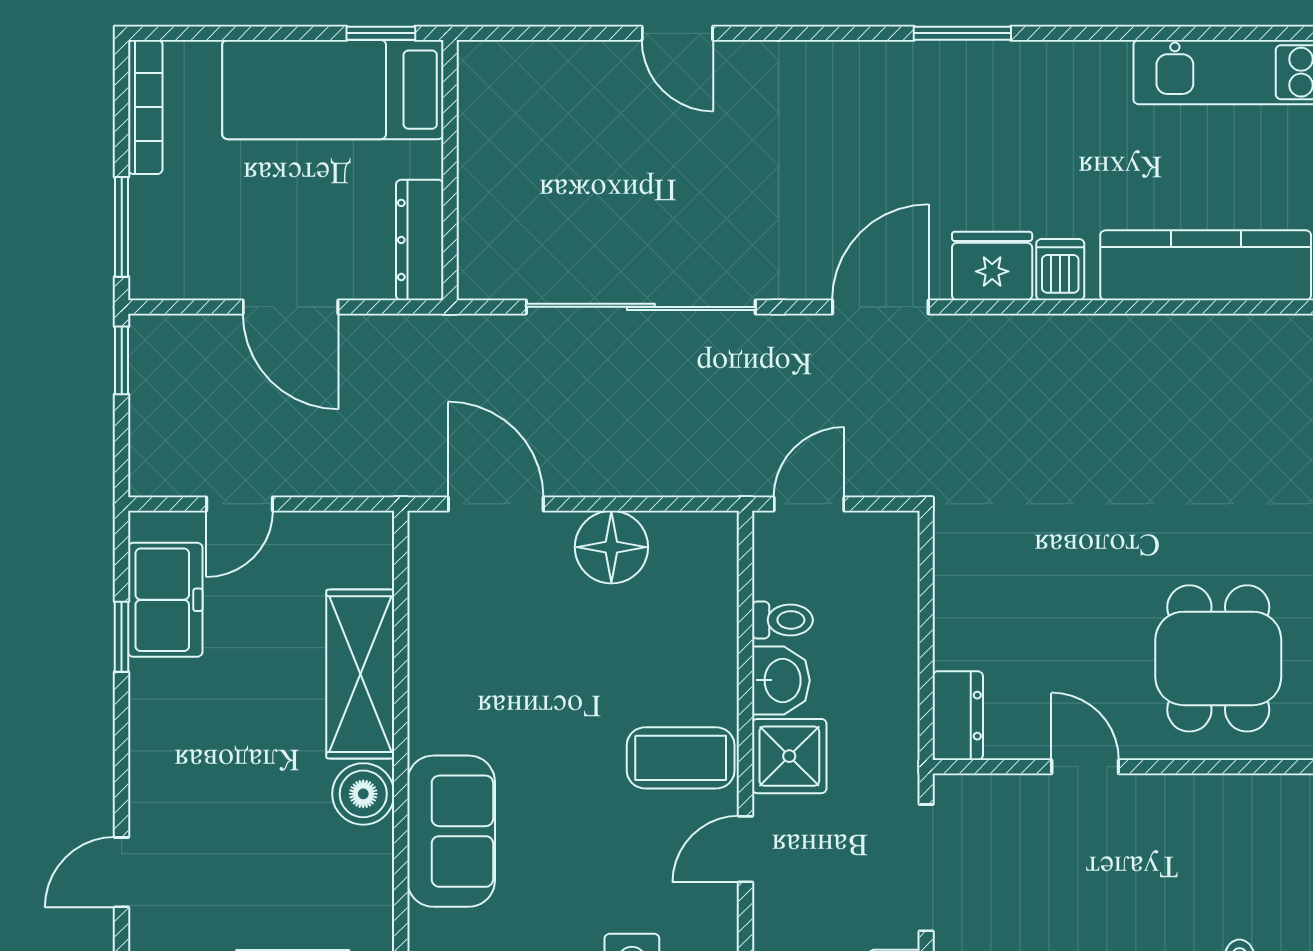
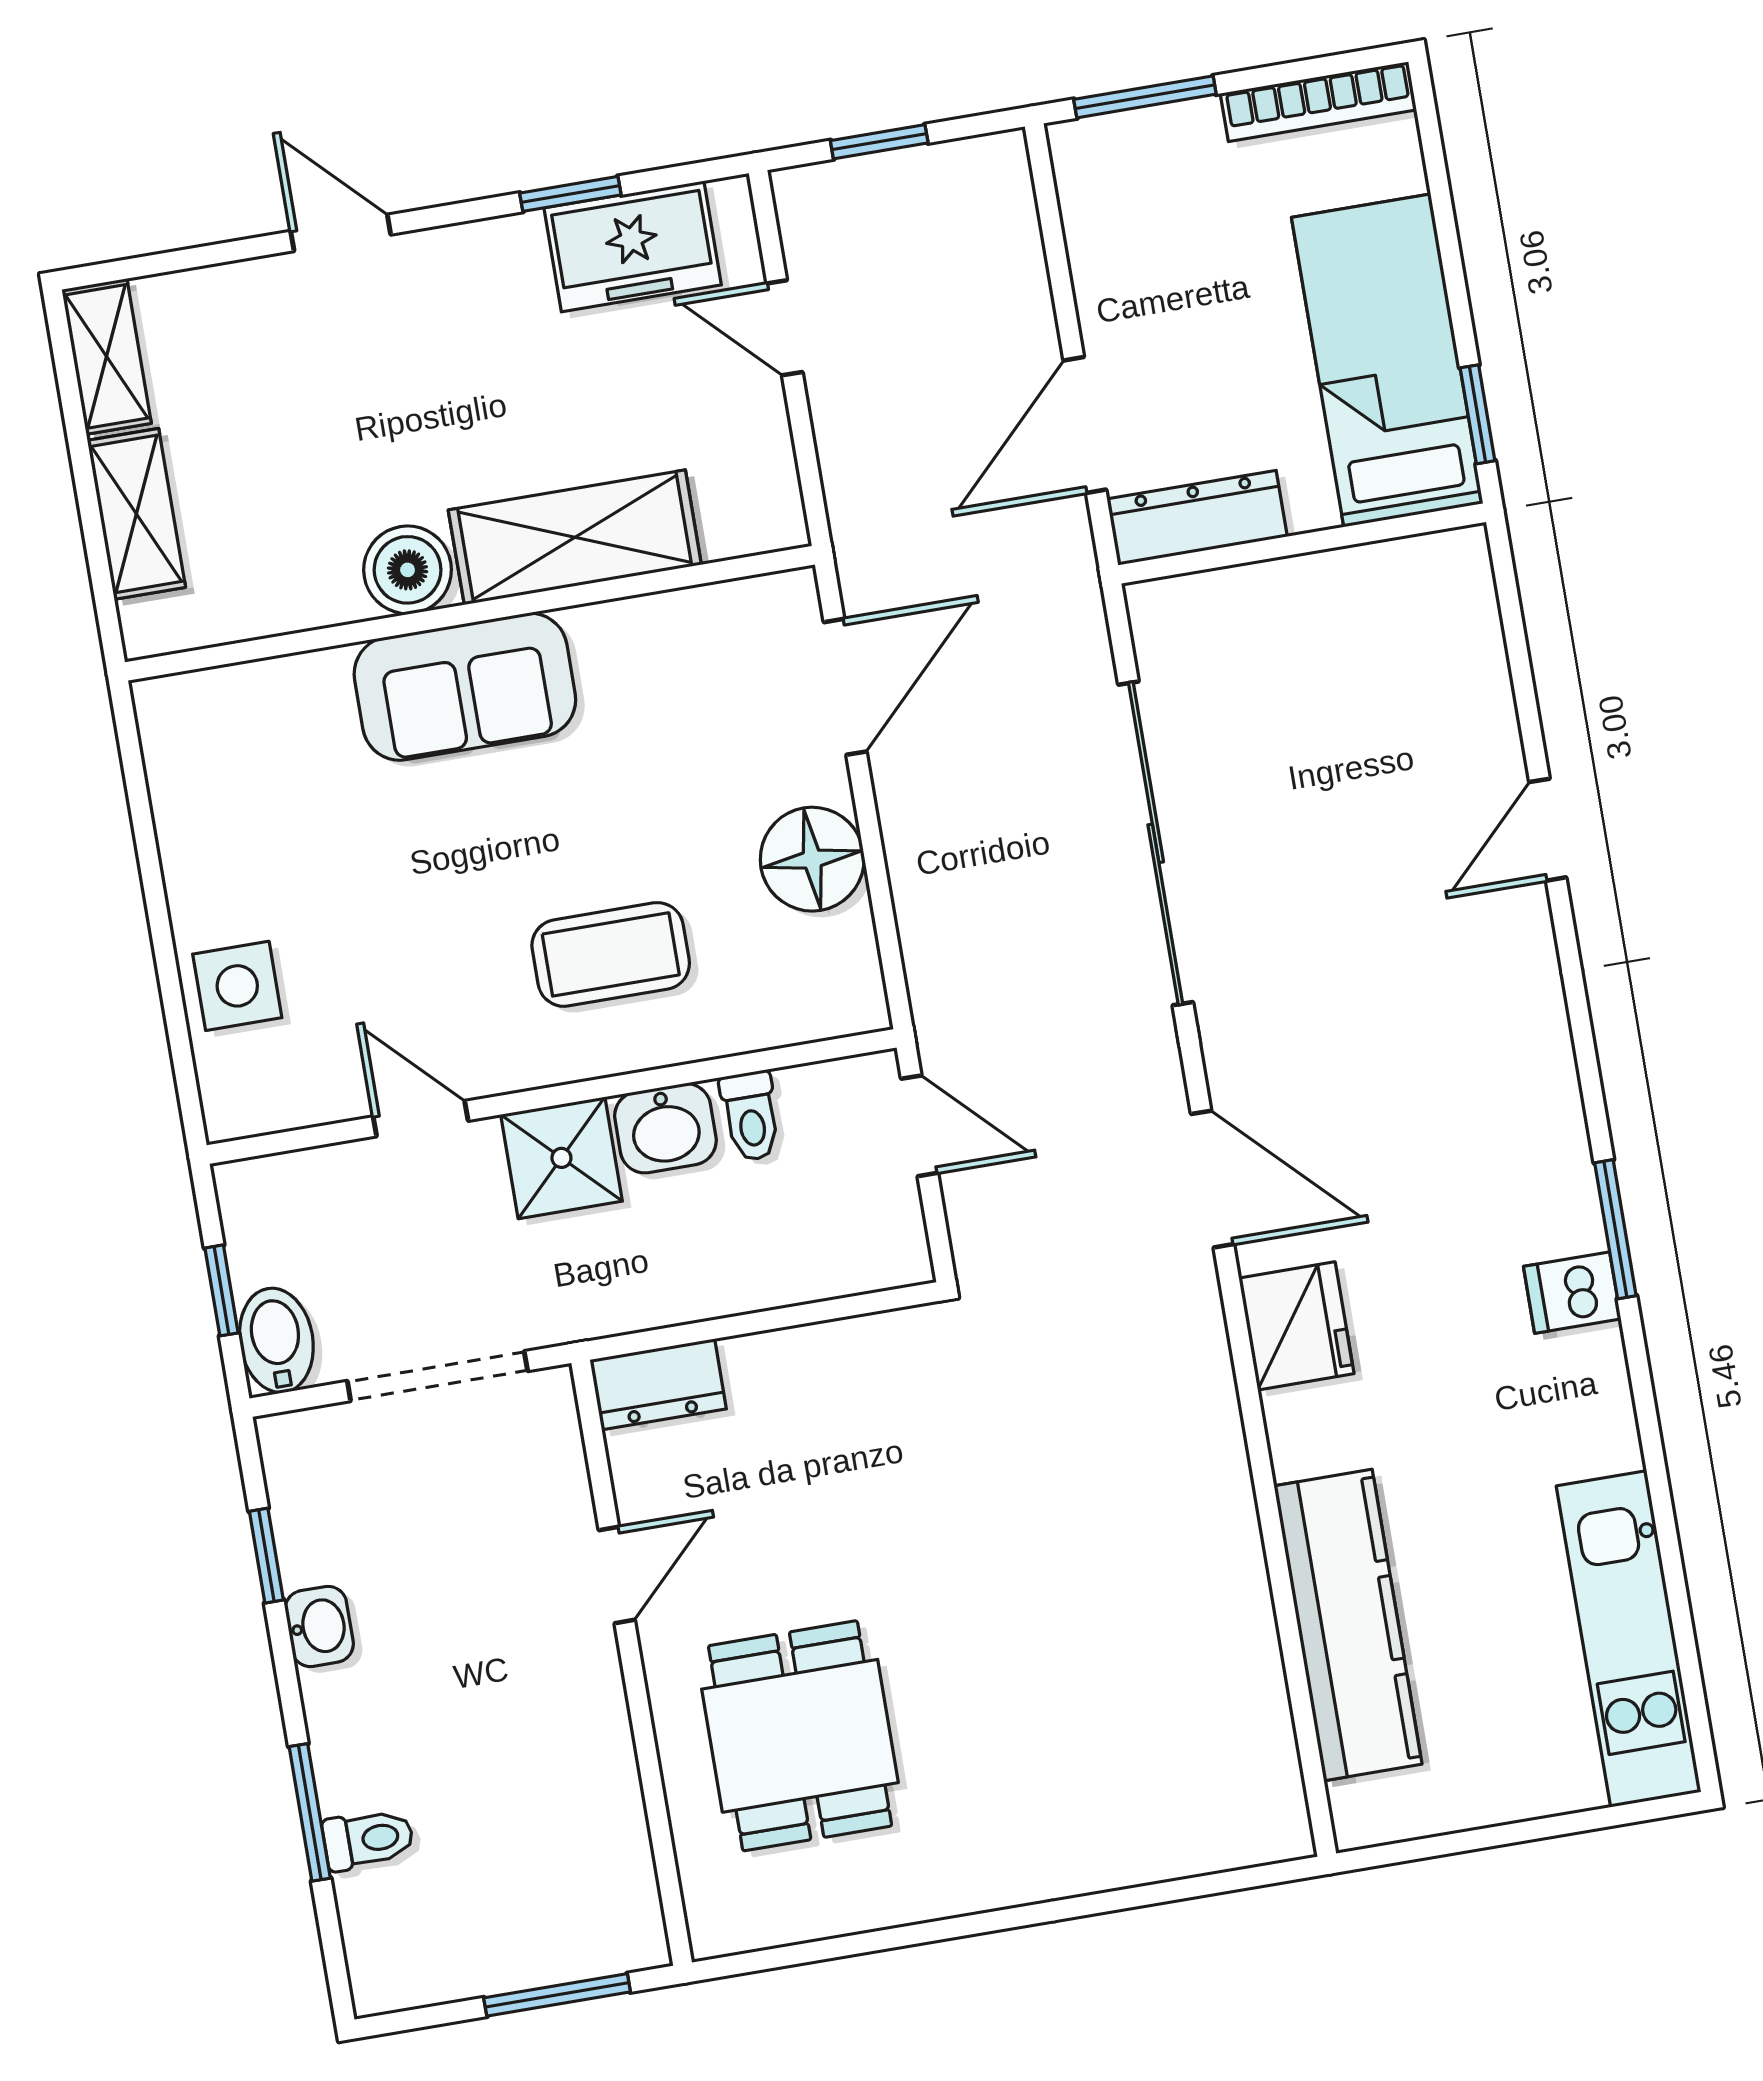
dishwasher: (1060, 270) -> (1572, 1293), moved, turned 180
door: (291, 307) -> (1085, 425), moved
window: (122, 360) -> (879, 142), moved
dining table: (1218, 658) -> (800, 1736), turned 90
coffee table: (681, 758) -> (611, 954), moved, turned 90
sofa: (451, 831) -> (465, 687), moved
door: (122, 872) -> (341, 233), moved

